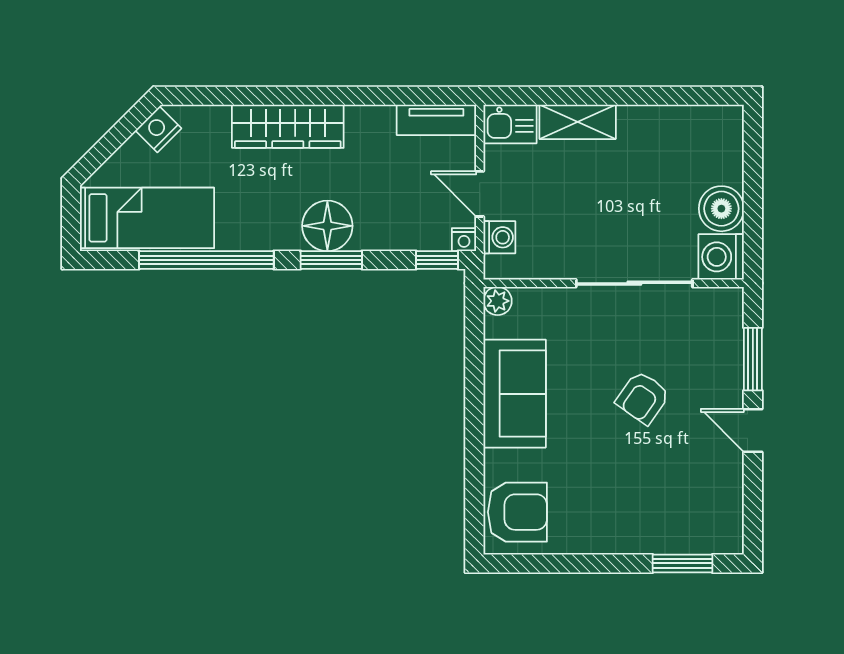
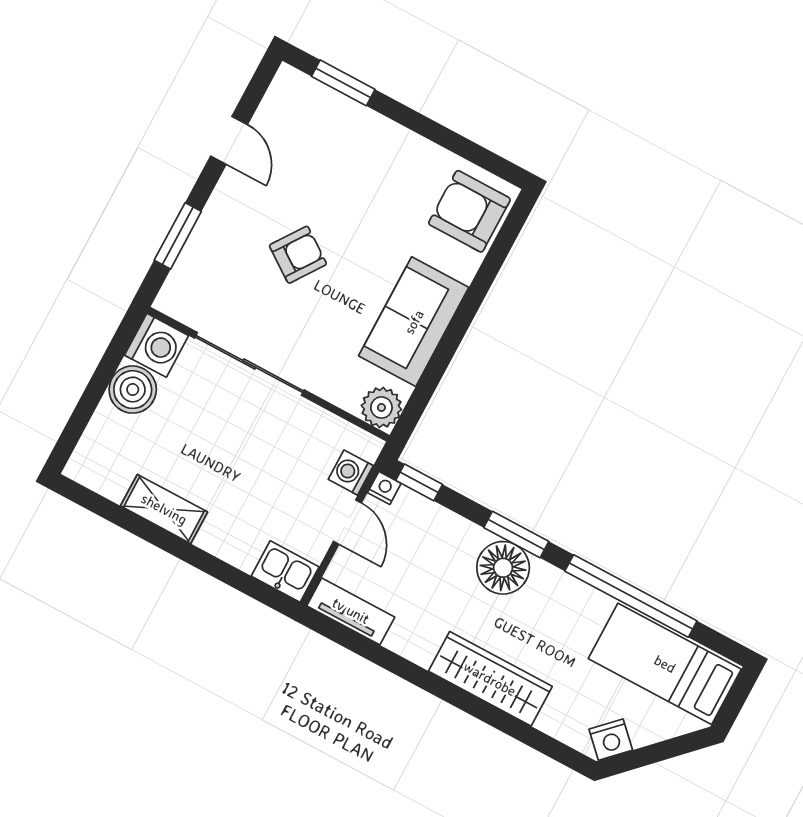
shelving: (578, 122) -> (164, 509), moved
plant: (498, 301) -> (381, 407), width x1.38, depth x1.38
door: (753, 430) -> (229, 140), moved

